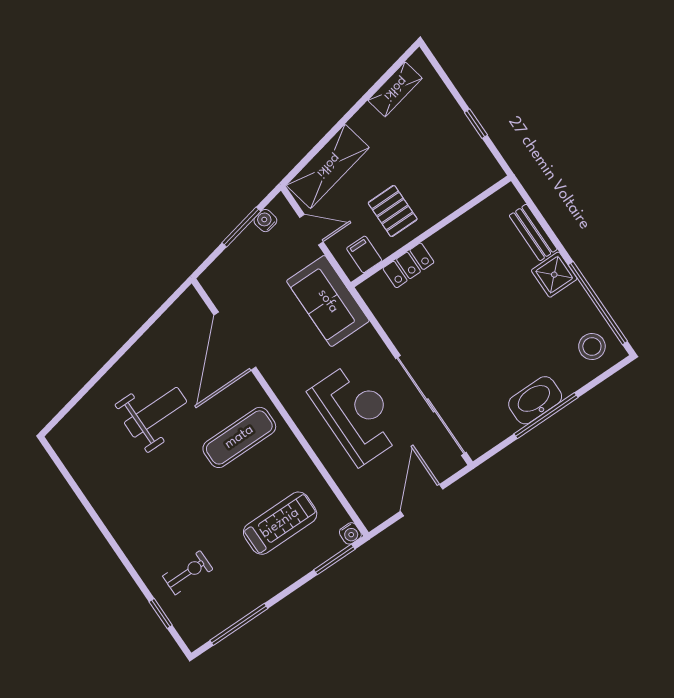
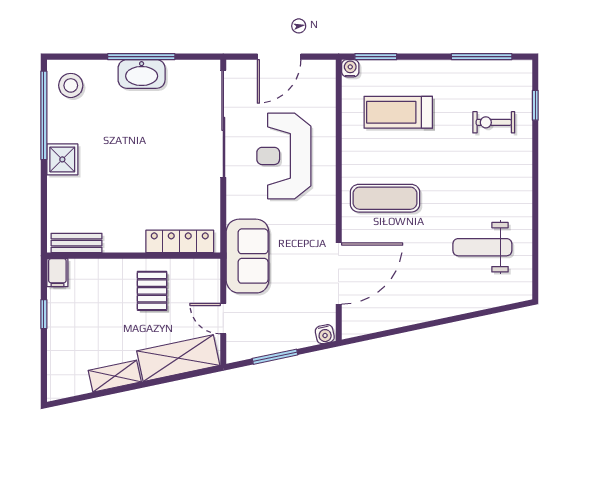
shelving: (395, 89) -> (115, 376), moved
water cooler: (265, 221) -> (325, 334), moved
bench: (533, 232) -> (76, 243), moved, turned 90
filing cabinet: (364, 254) -> (57, 273), moved
locker: (408, 265) -> (180, 241), width x1.53
weight bench: (156, 412) -> (482, 247), moved

